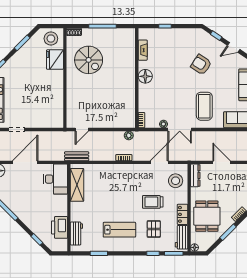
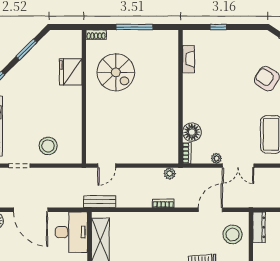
stool: (51, 39) -> (48, 146), moved
floor lamp: (145, 76) -> (192, 132), moved
door: (25, 162) -> (31, 210), swing flipped

